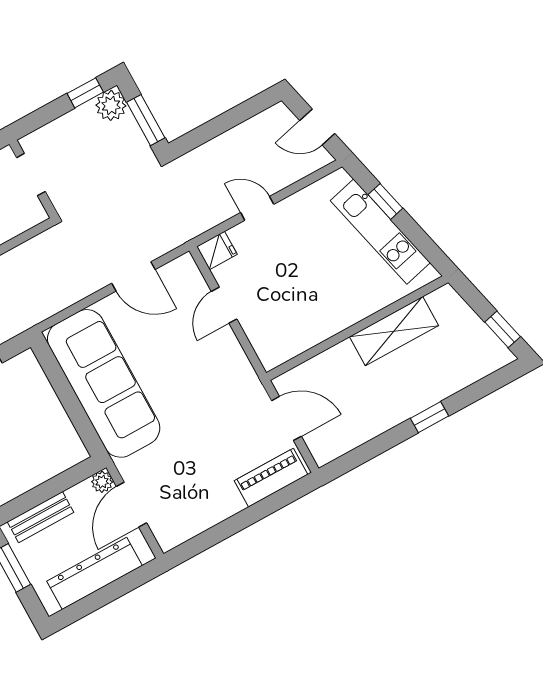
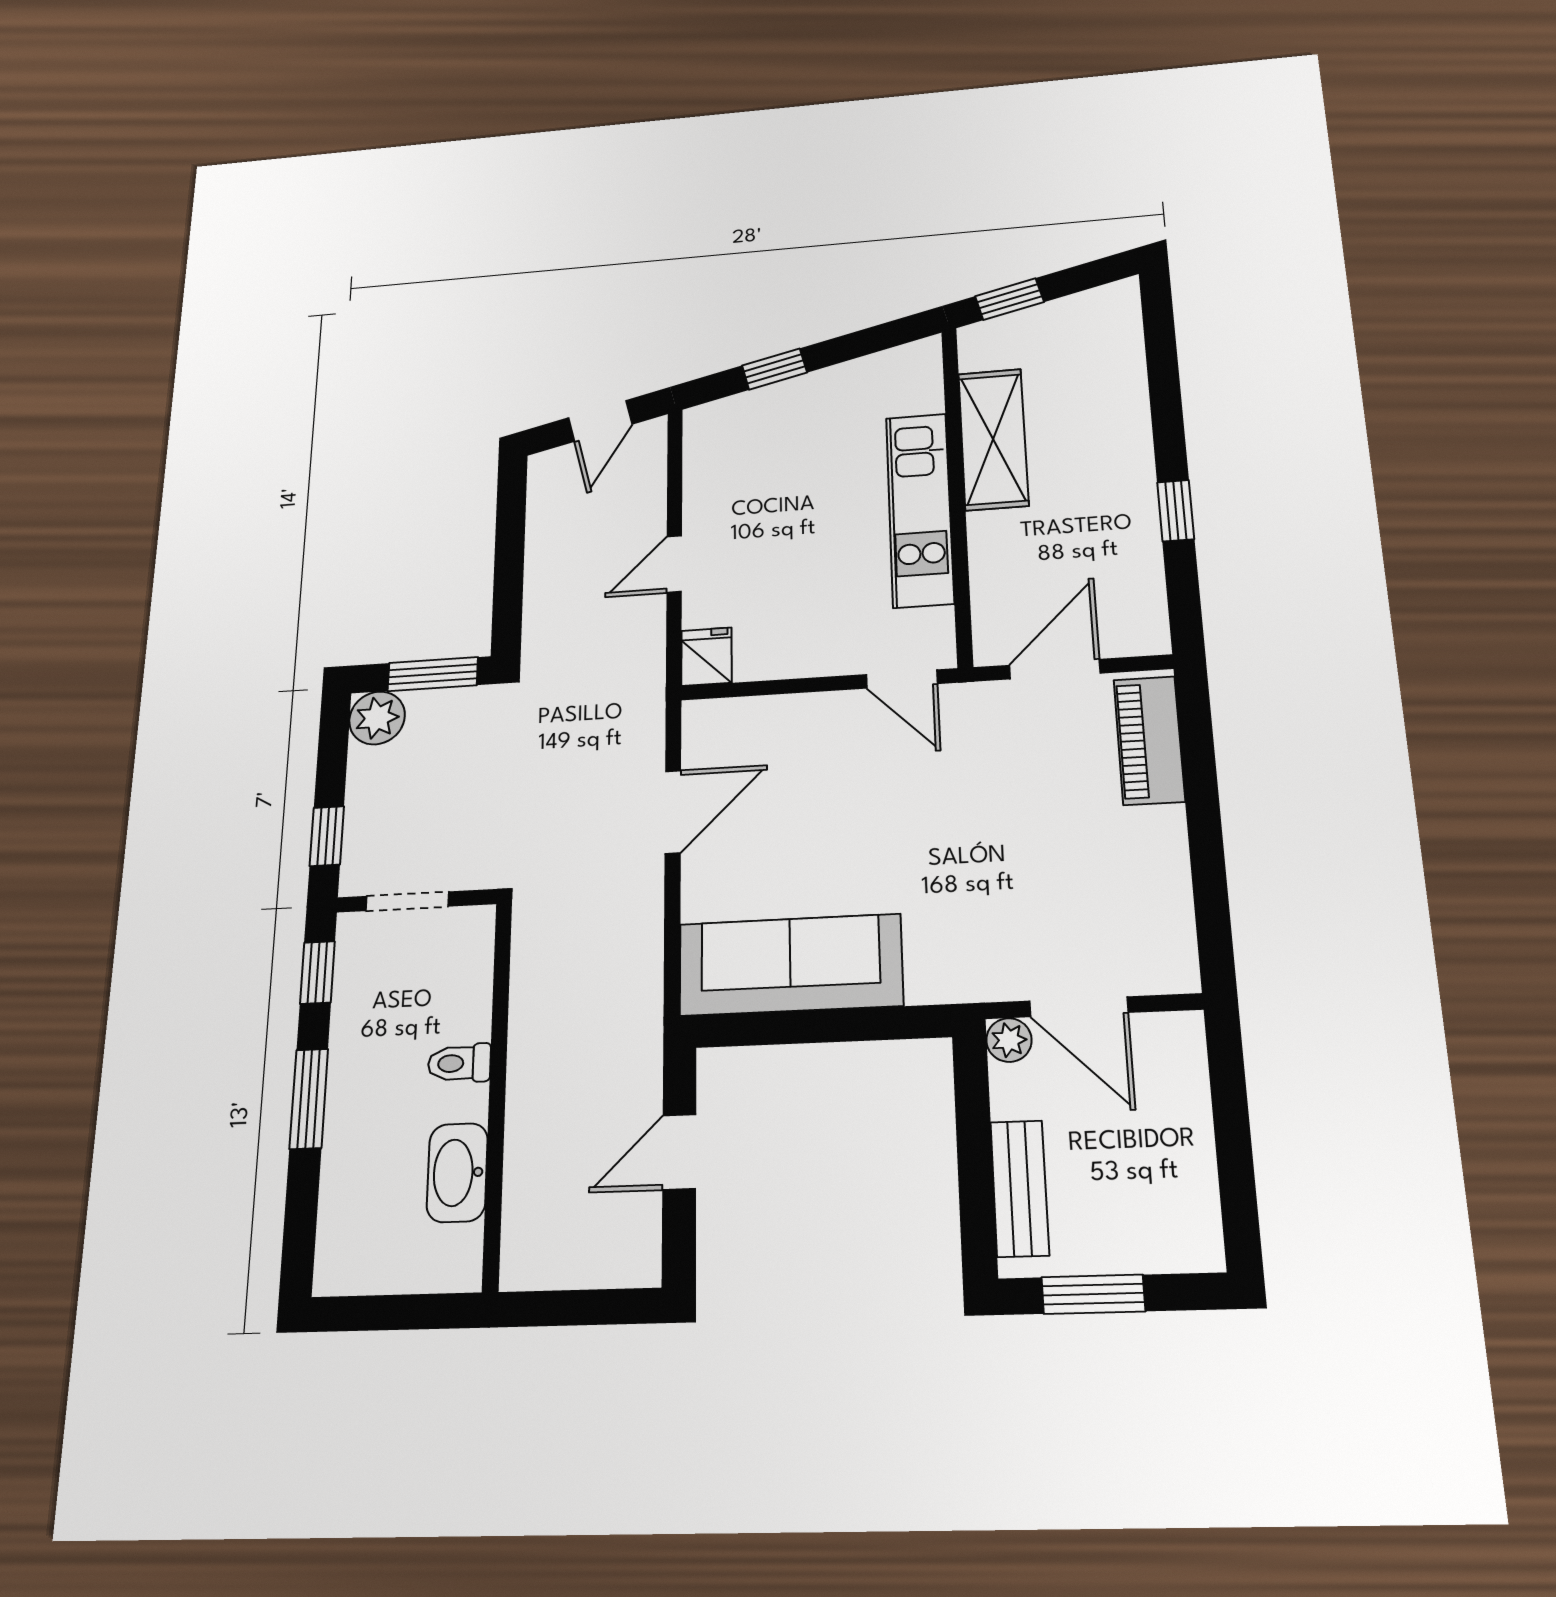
window: (85, 93) -> (327, 836), moved
kitchen unit: (380, 232) -> (920, 510), moved, turned 104
door: (224, 305) -> (902, 679), moved
window: (503, 329) -> (1009, 299), moved
sofa: (104, 383) -> (790, 965), width x0.74, depth x0.79
window: (430, 417) -> (1176, 511), moved
dresser: (94, 573) -> (1179, 1140), removed

